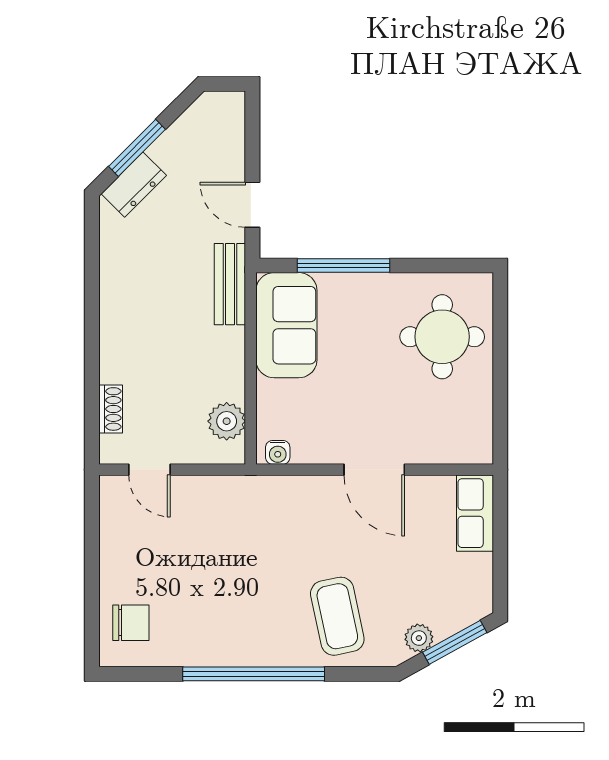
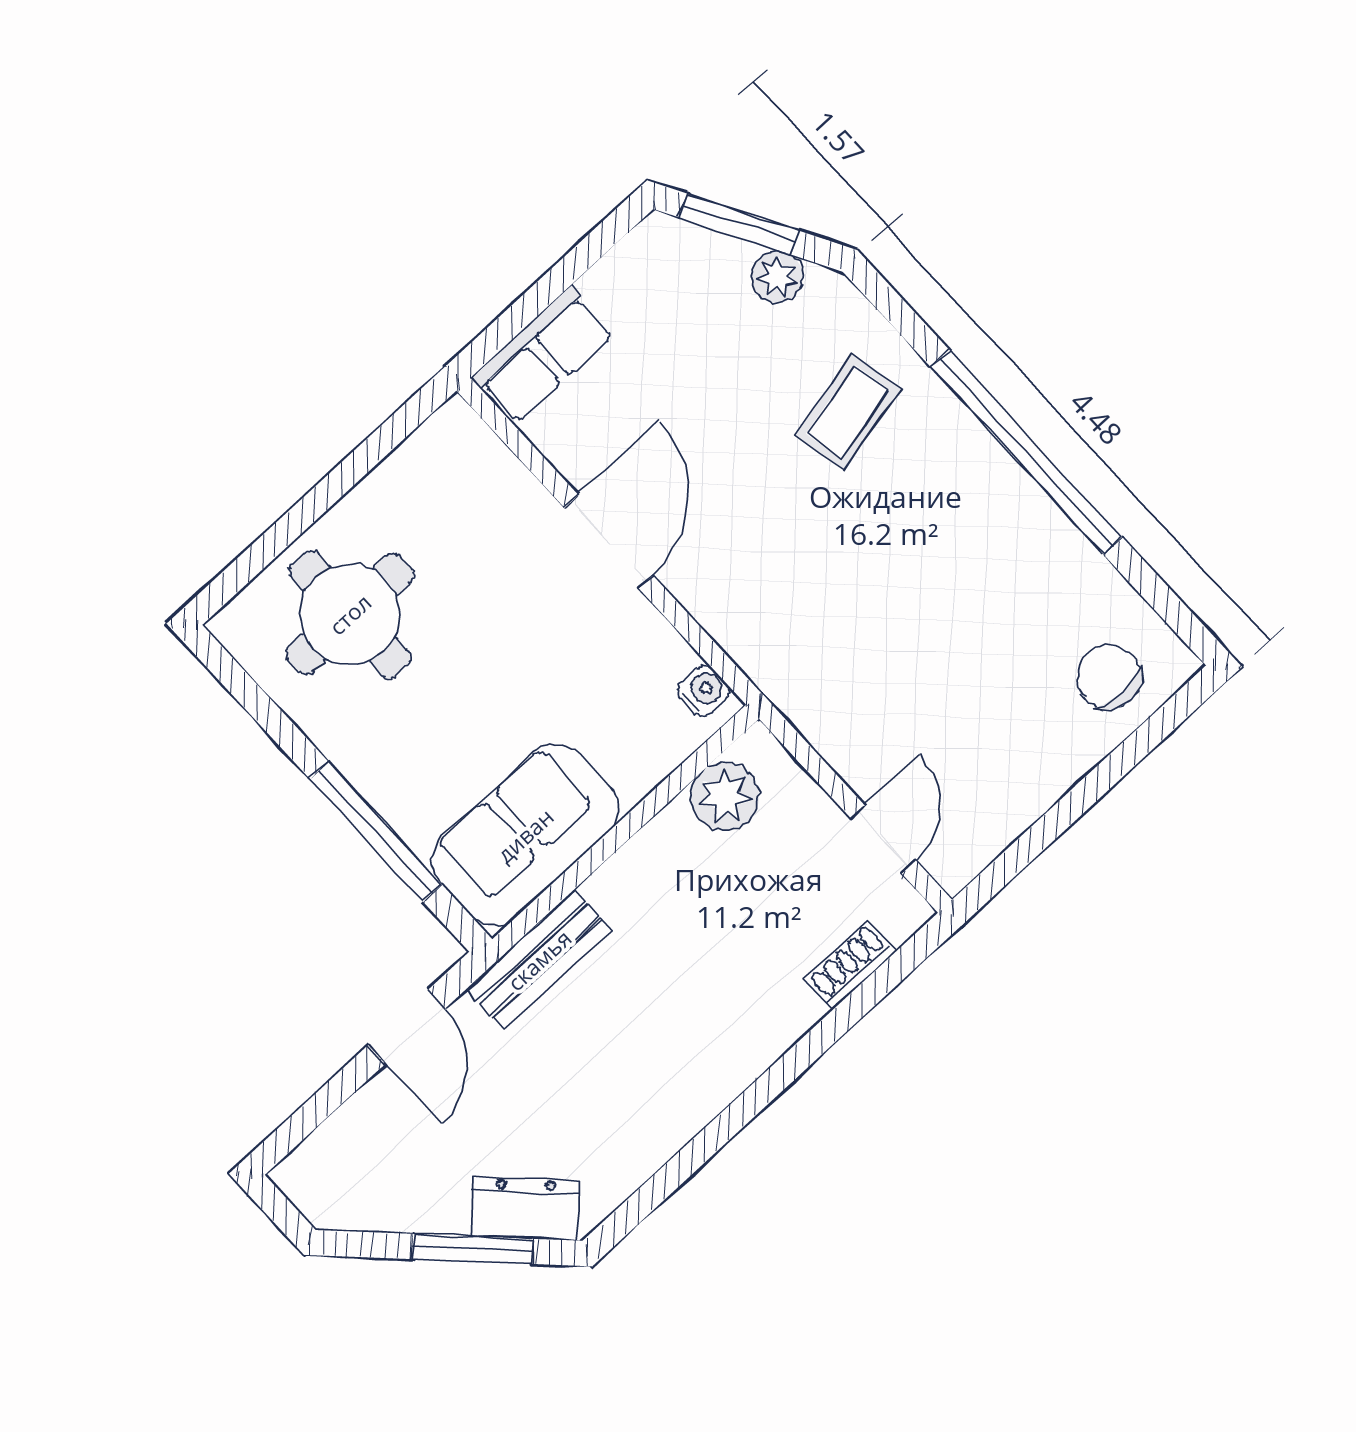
coffee table: (337, 616) -> (848, 412), width x0.73, depth x0.77

